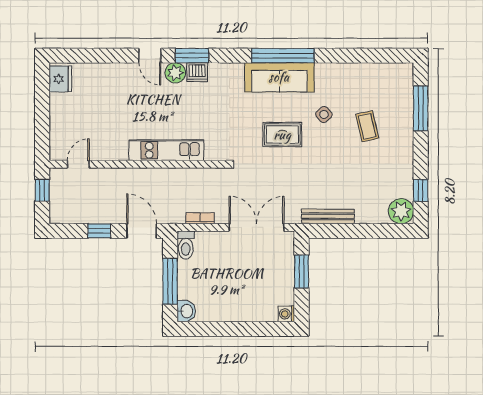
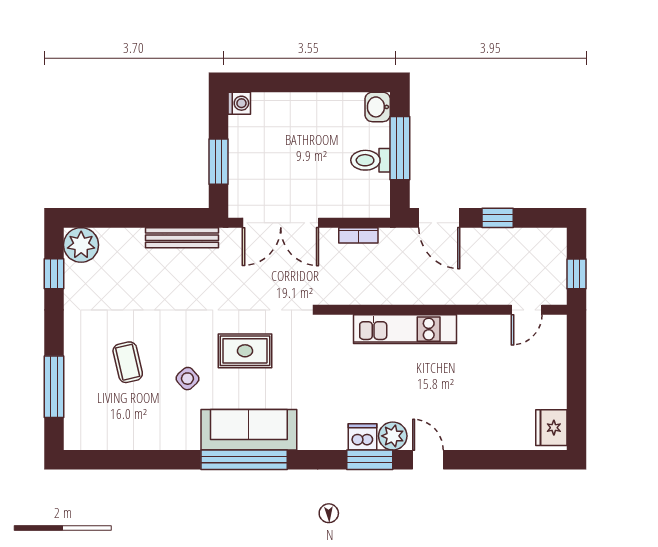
toilet: (186, 245) -> (371, 160), moved, turned -90

